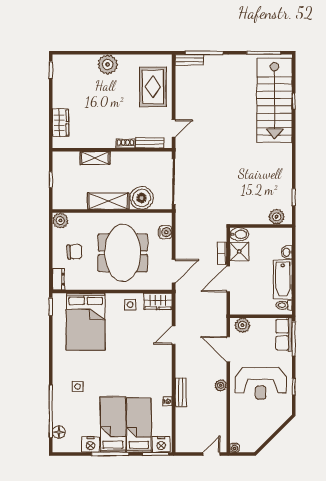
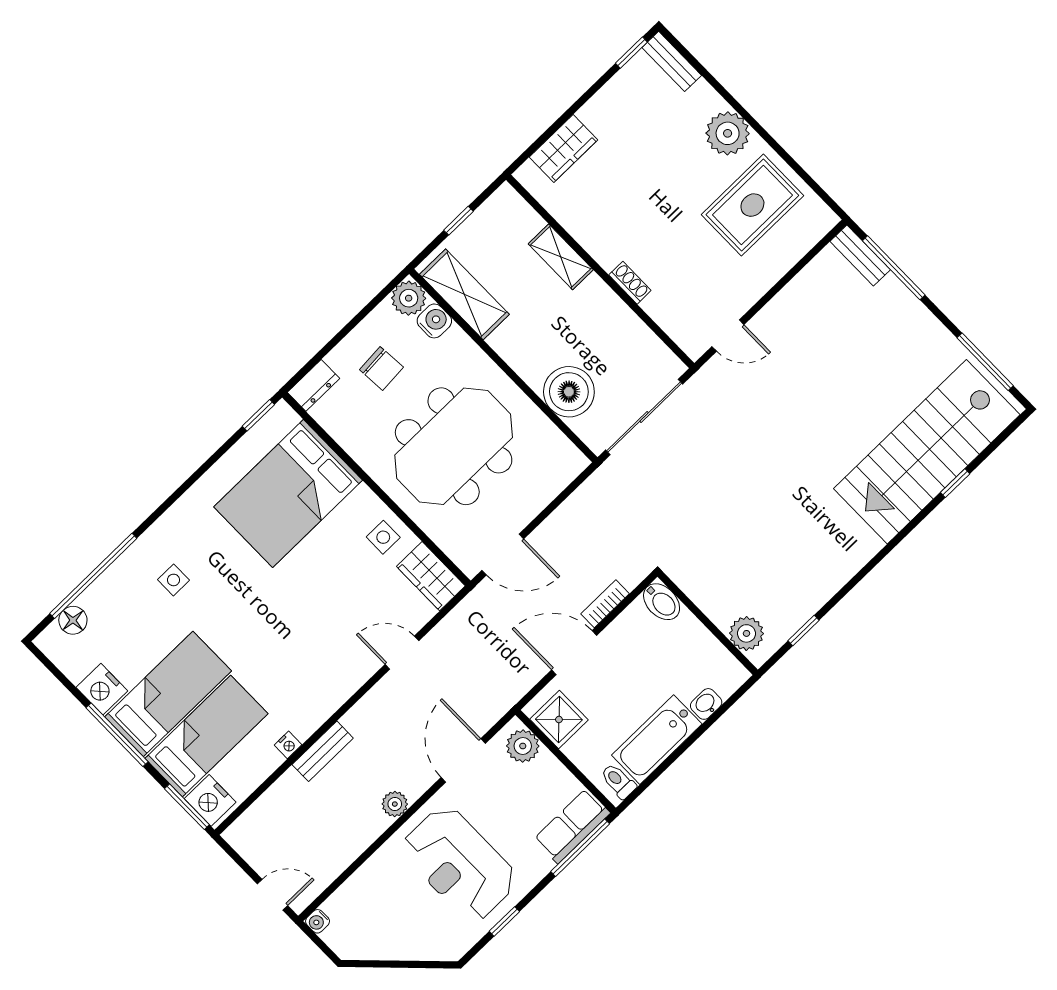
rug: (153, 87) -> (752, 205), moved
bench: (150, 143) -> (672, 61), moved
shelving: (108, 201) -> (464, 294), moved
water cooler: (165, 232) -> (434, 321), moved, turned -90
shower: (239, 251) -> (559, 720), moved

